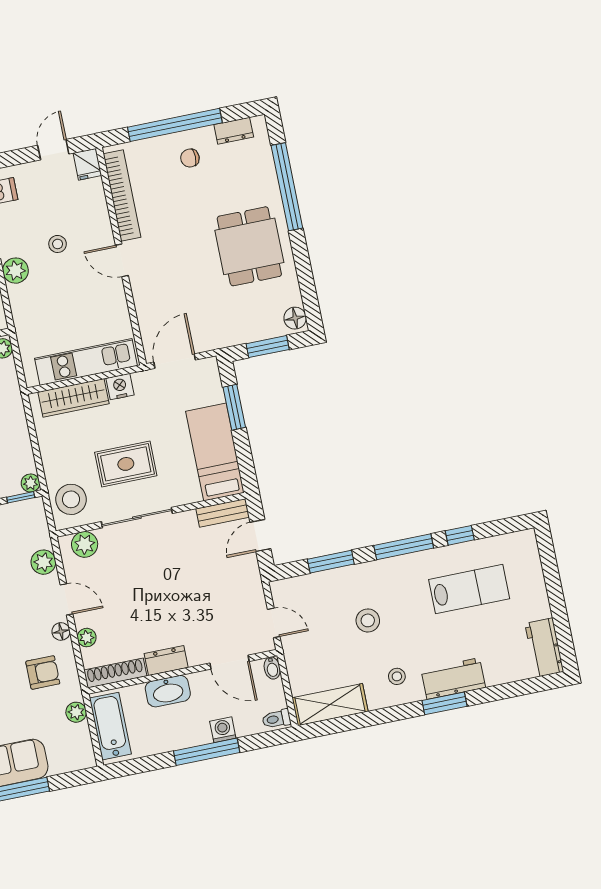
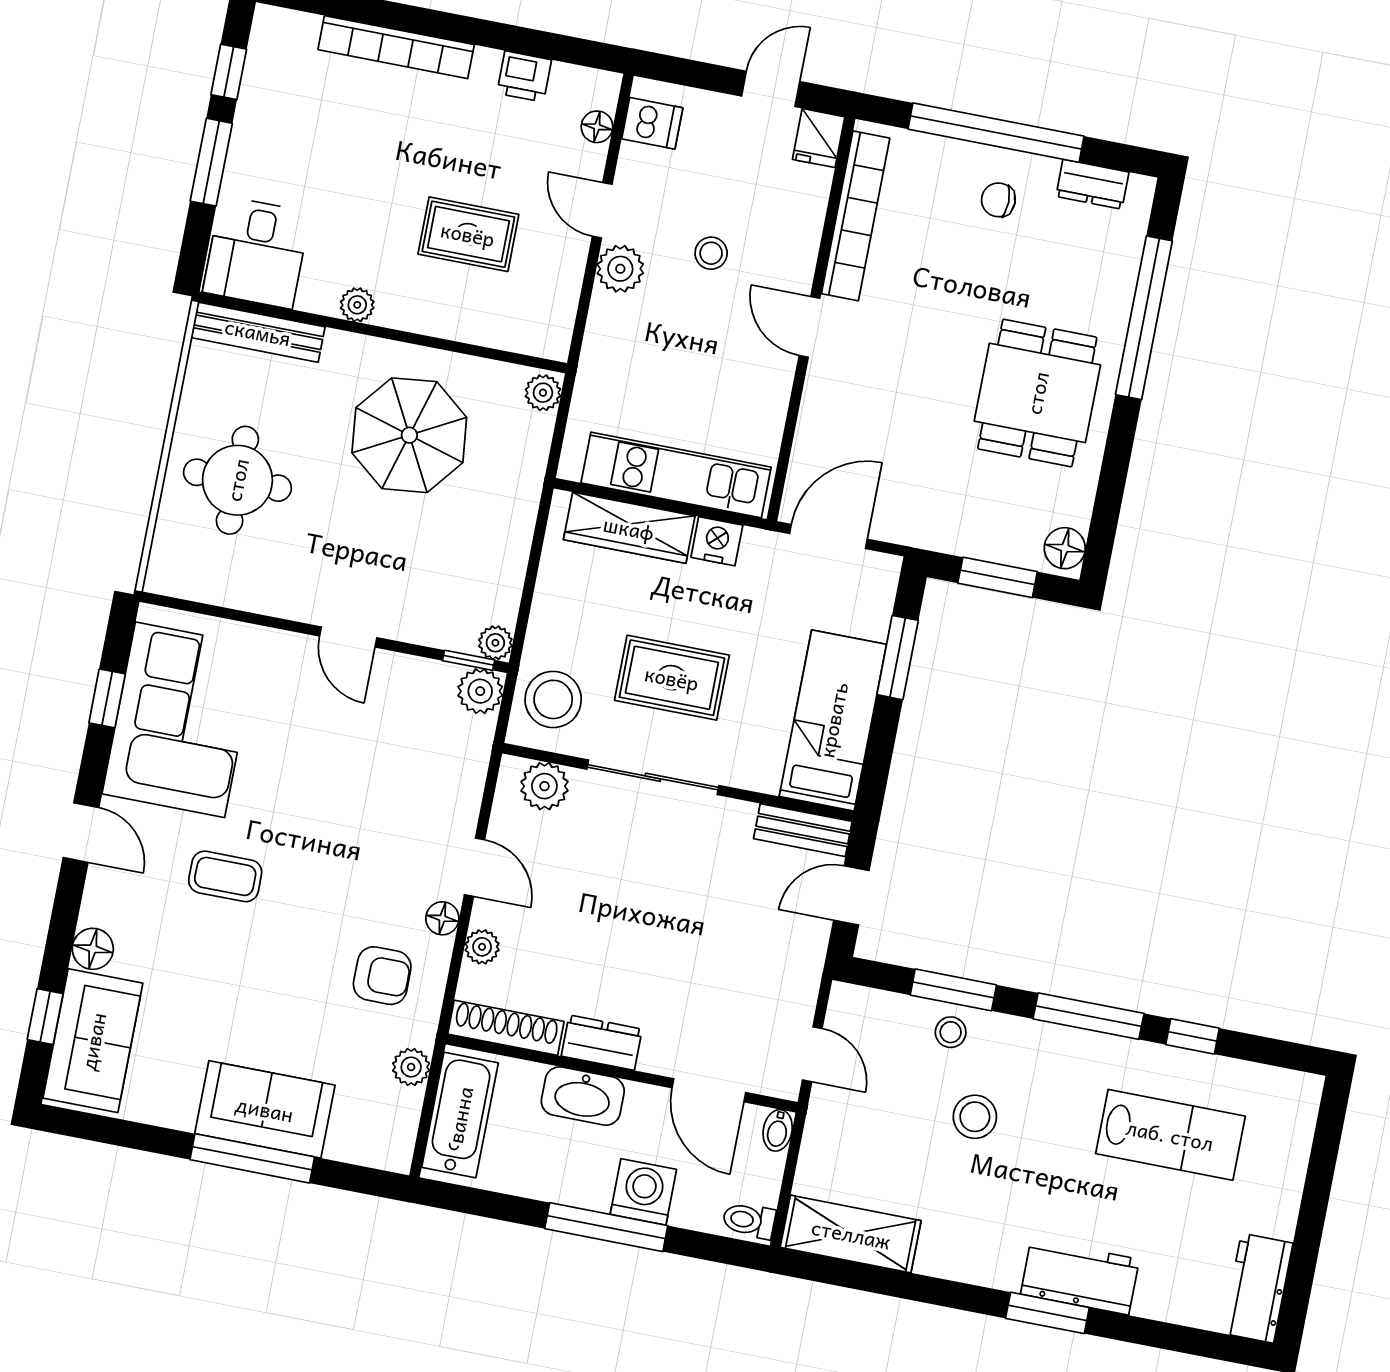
plant: (43, 562) -> (480, 691), moved
stool: (397, 676) -> (951, 1032), moved
washing machine: (223, 730) -> (643, 1192), width x1.38, depth x1.38

